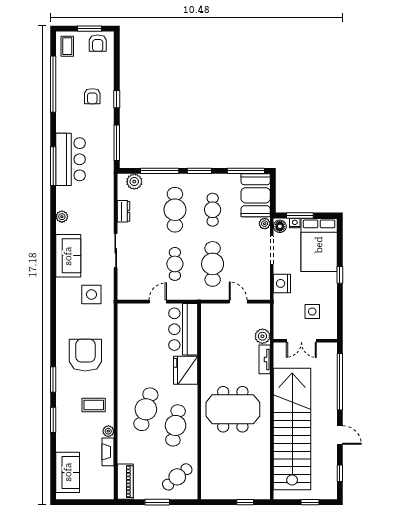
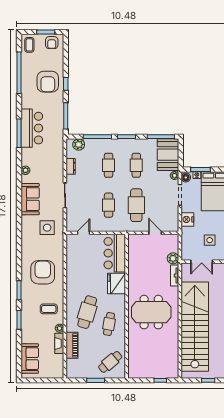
armchair: (92, 96) -> (48, 82), width x1.88, depth x1.88
cafe table: (175, 210) -> (109, 165), width x0.73, depth x0.74
door: (158, 302) -> (84, 233), moved
cafe table: (176, 425) -> (109, 324), width x0.73, depth x0.74
piano: (125, 482) -> (72, 345), moved

